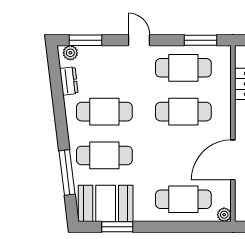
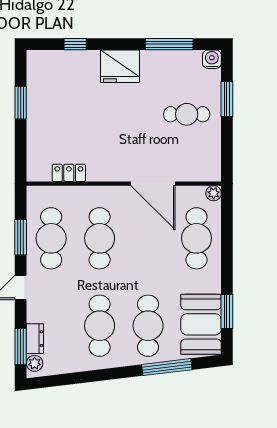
window: (201, 40) -> (21, 237), moved
dresser: (69, 81) -> (35, 339), moved, turned 97

